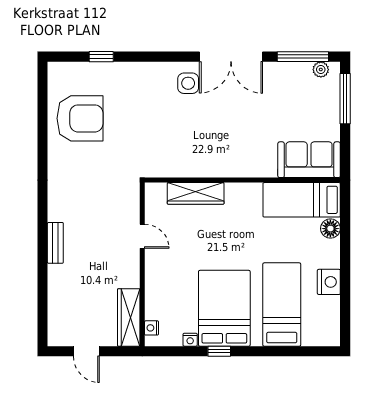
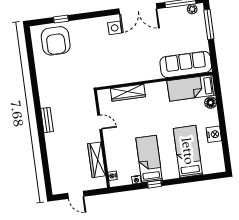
armchair: (80, 118) -> (56, 41), moved, turned 90
sofa: (309, 160) -> (186, 64), width x1.36
bench: (55, 243) -> (47, 120), moved
bed: (224, 308) -> (149, 159), width x0.67
wardrobe: (129, 317) -> (97, 160), moved

